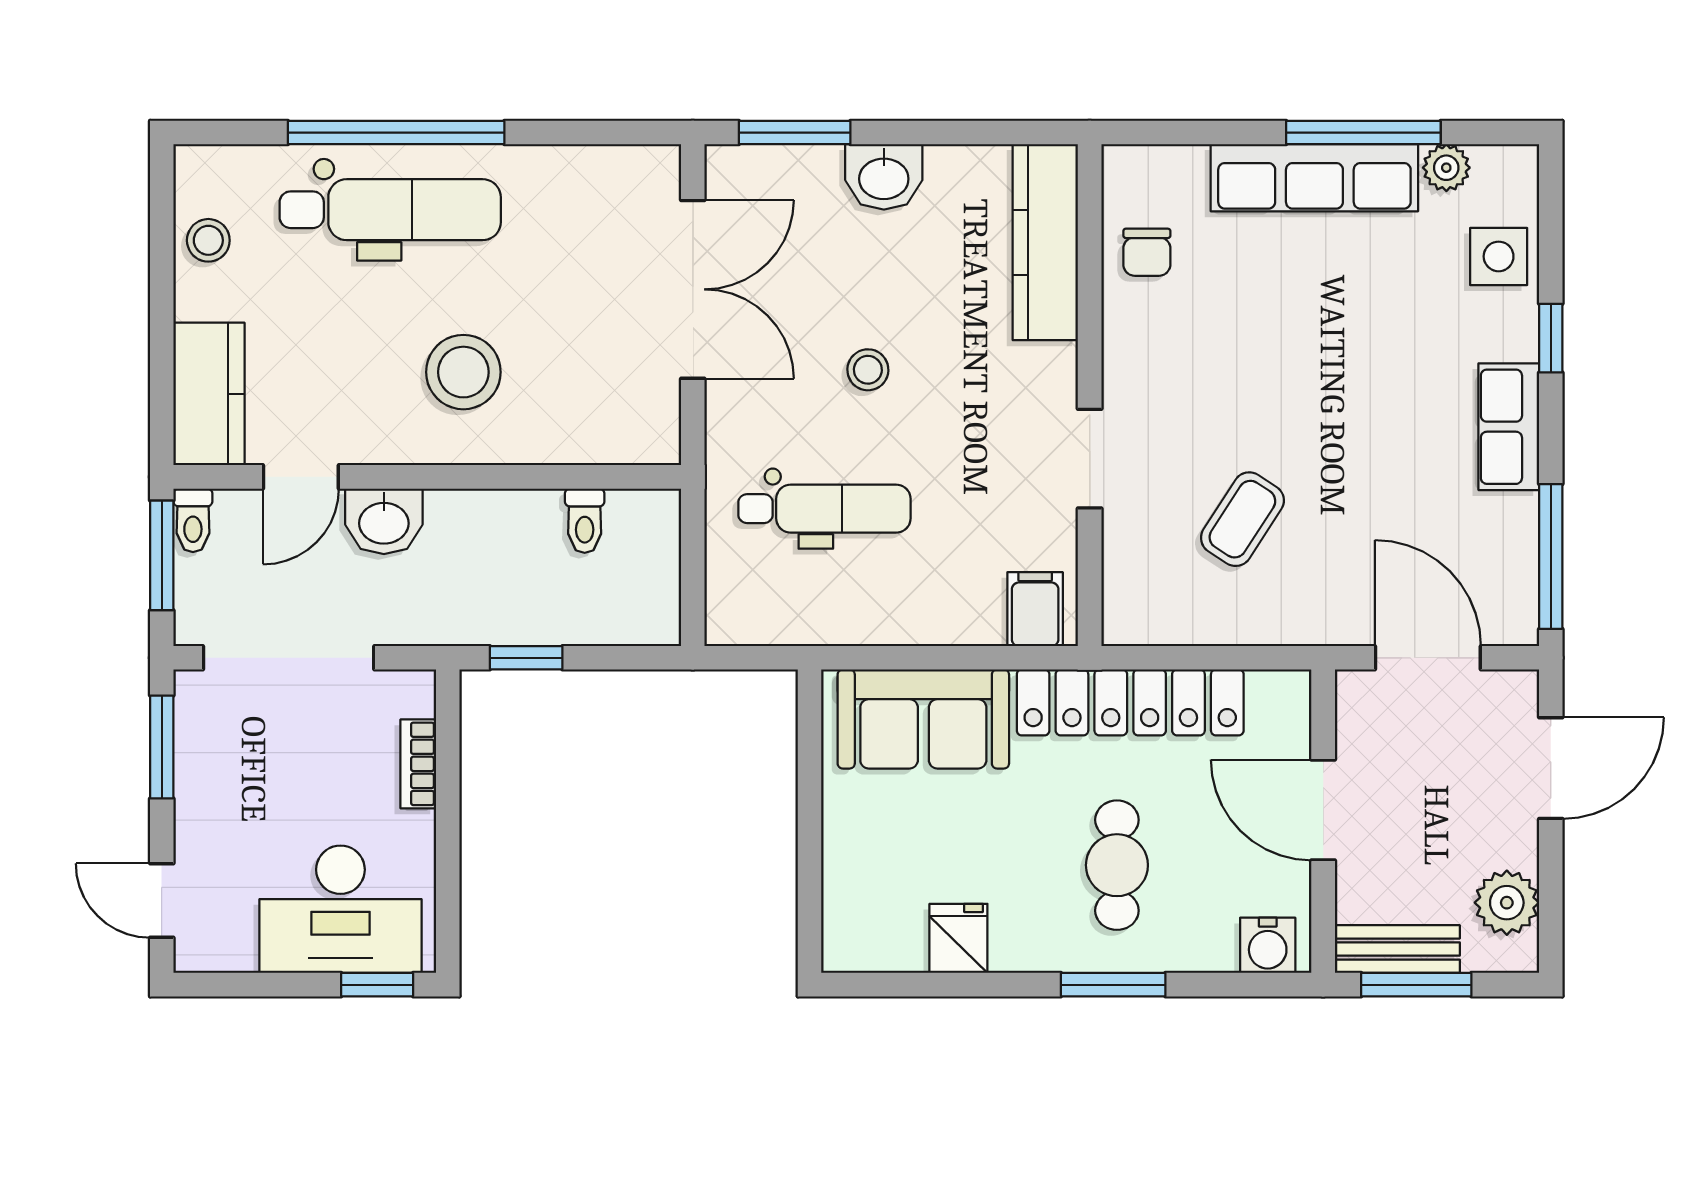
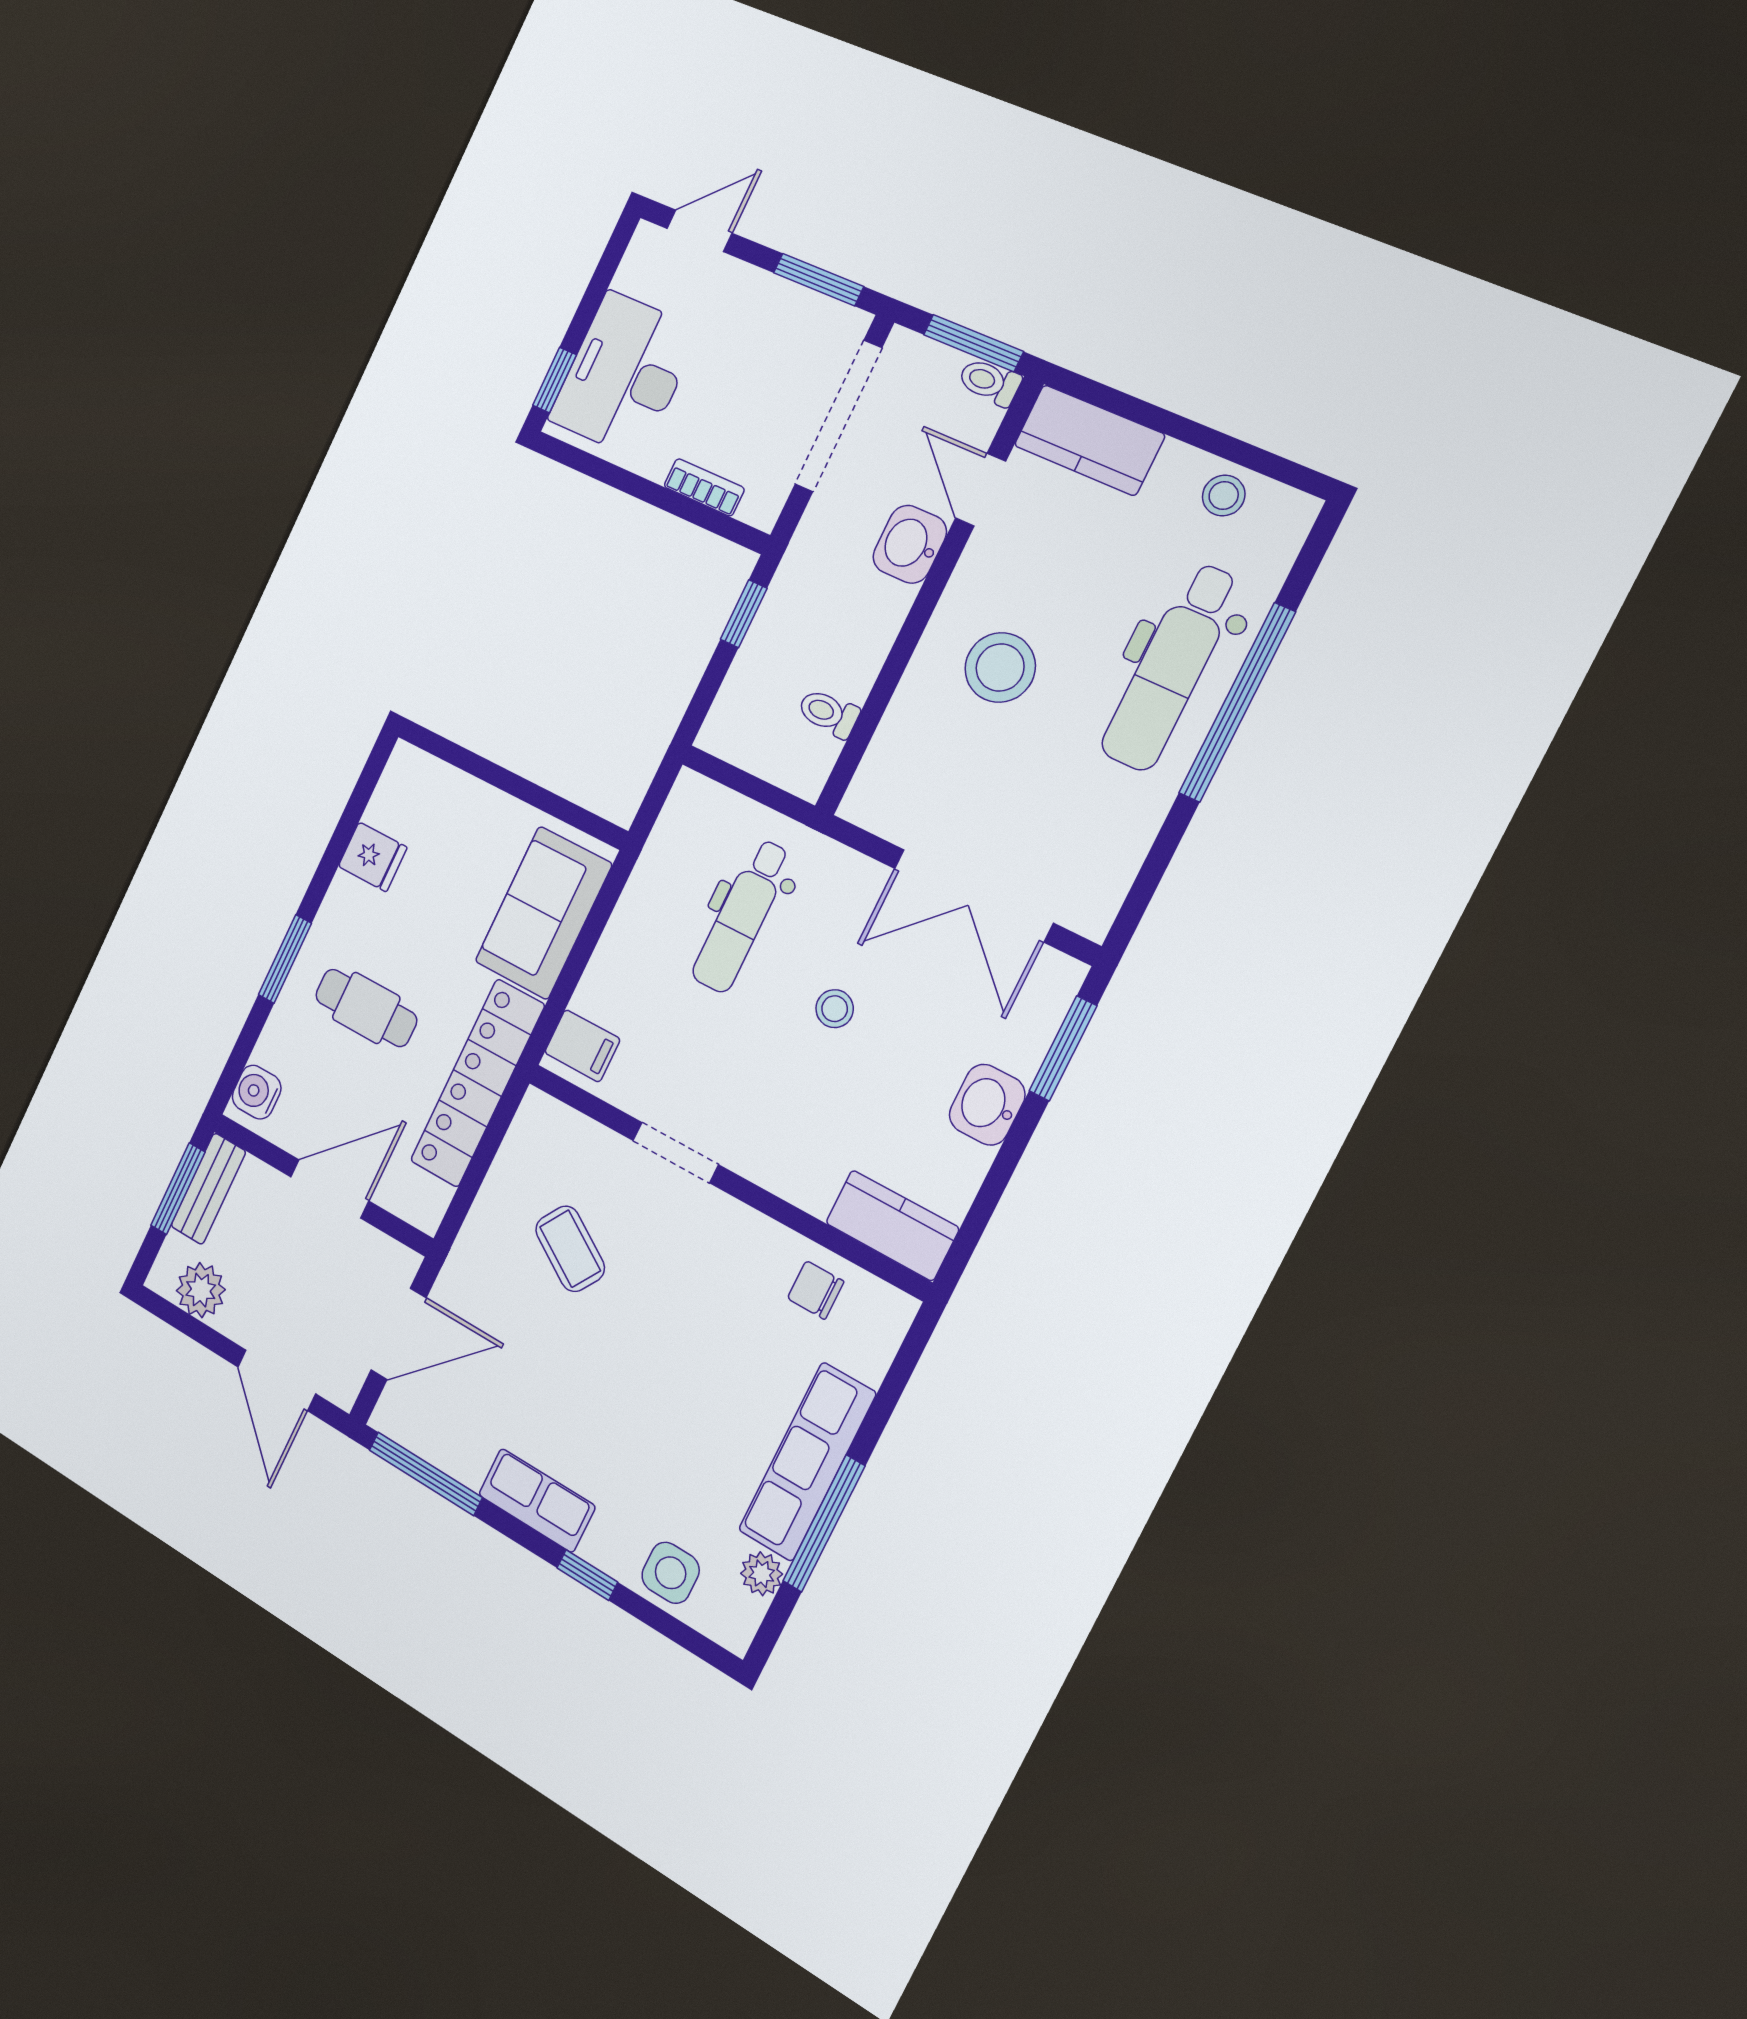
kitchen counter: (1045, 242) -> (892, 1225), width x0.67

